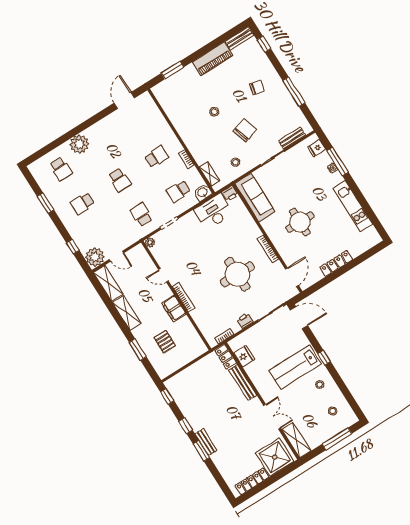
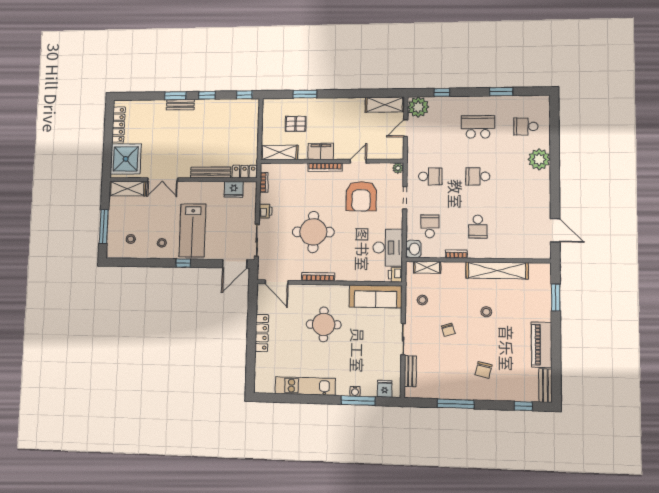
shelving: (180, 123) -> (497, 270), added
chair: (245, 130) -> (448, 330), width x0.54, depth x0.54
school desk: (82, 203) -> (478, 127), width x1.85
armchair: (188, 256) -> (361, 196), added
shelving: (127, 313) -> (279, 153), moved
lab bench: (295, 367) -> (192, 230), turned 180

